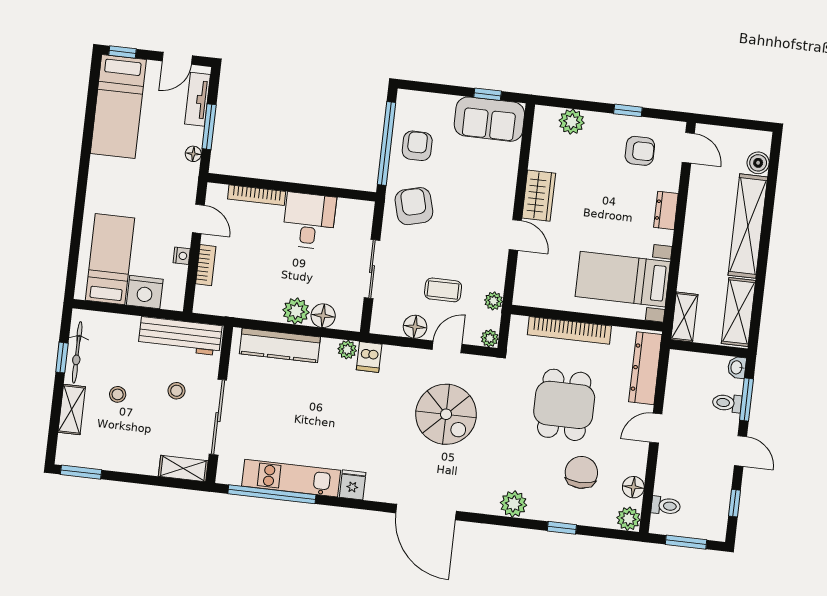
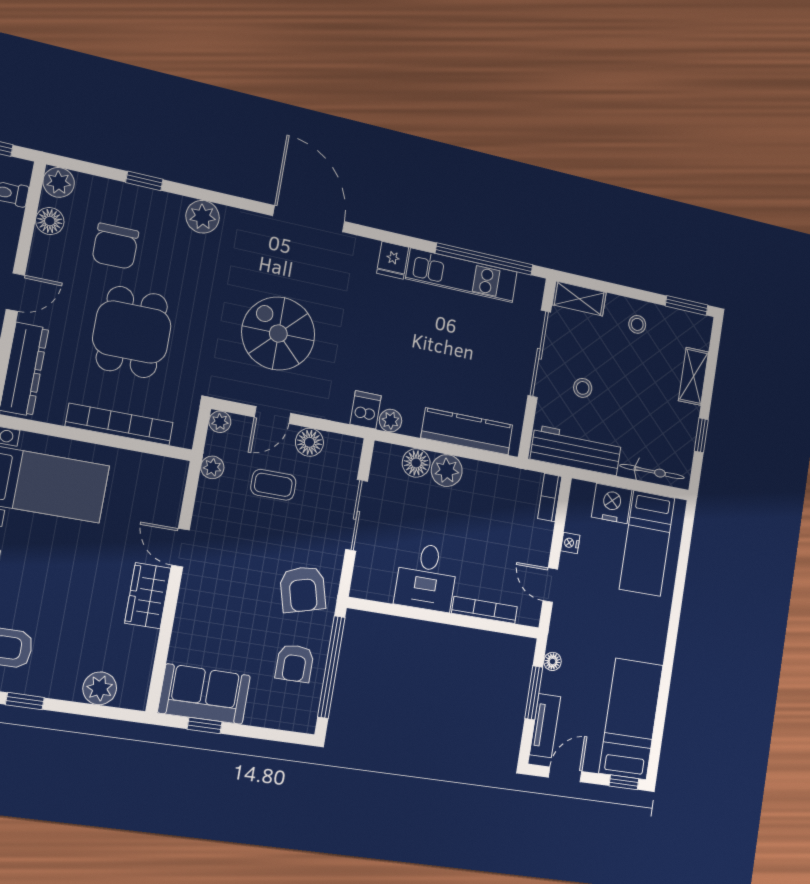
bookcase: (206, 265) -> (550, 497), moved
bicycle: (77, 352) -> (652, 472), moved, turned 90
stool: (118, 394) -> (637, 324), moved

